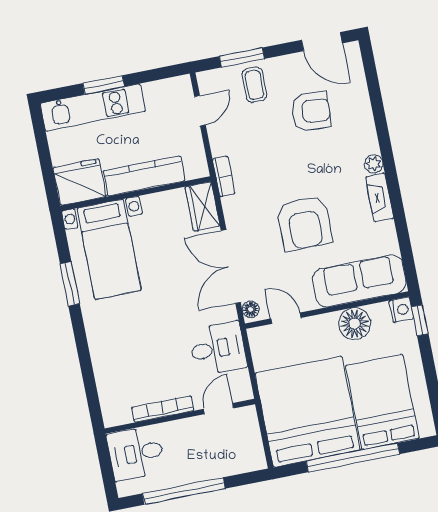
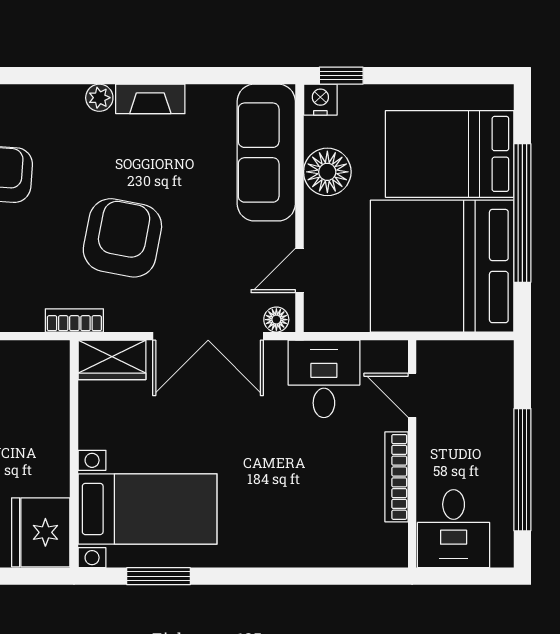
kitchen counter: (144, 176) -> (50, 437), removed
armchair: (304, 223) -> (122, 238), moved, turned -79
window: (70, 284) -> (159, 576), moved

